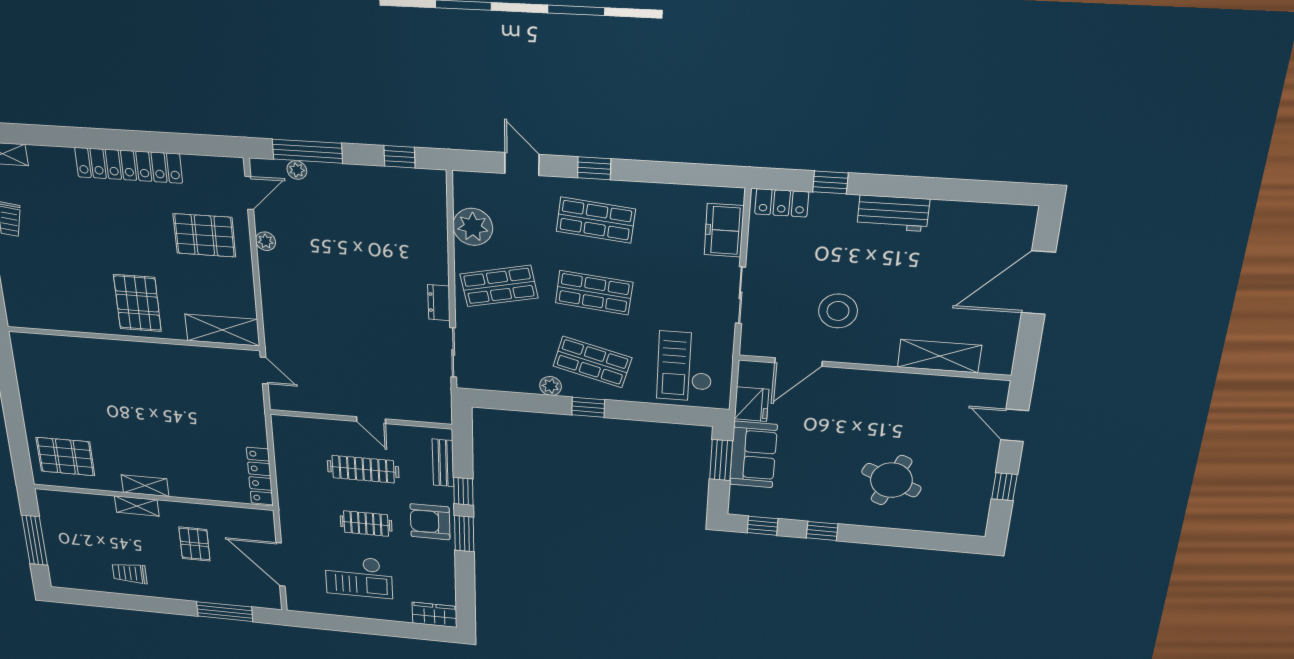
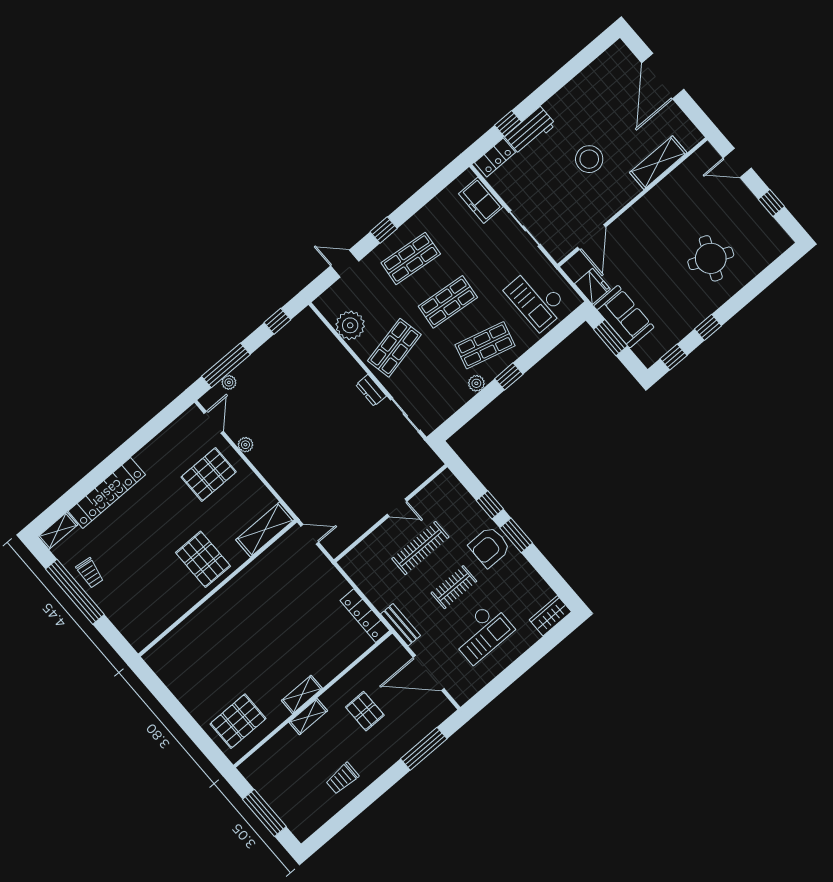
locker: (129, 165) -> (107, 493), moved
workbench: (893, 213) -> (530, 131), moved
stool: (838, 311) -> (589, 159), moved
bench: (443, 463) -> (401, 625), moved

